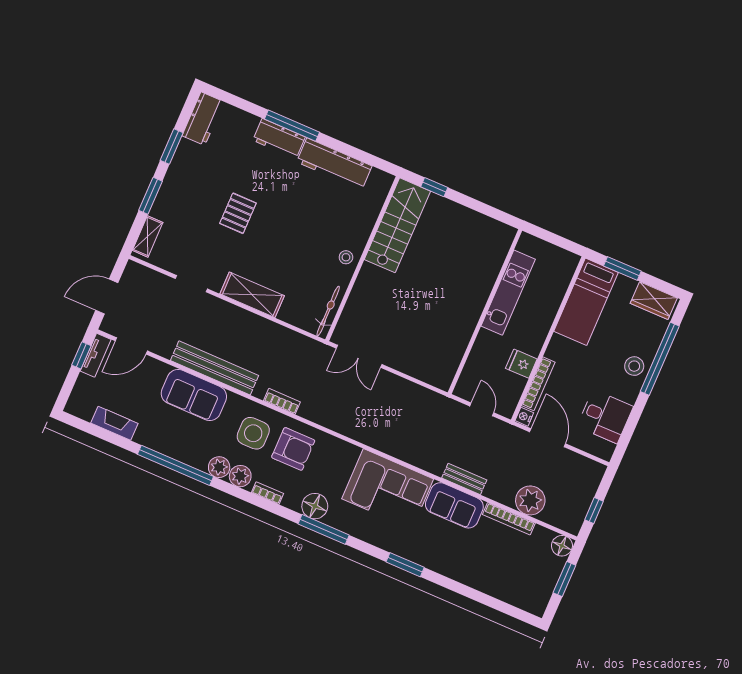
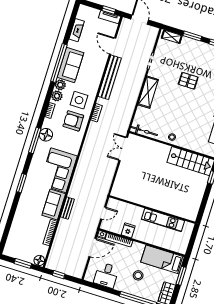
door: (131, 346) -> (113, 46), moved
stool: (634, 366) -> (138, 275), moved
sofa: (194, 395) -> (70, 65), moved, turned 180
armchair: (293, 449) -> (73, 121), turned 90
plant: (530, 500) -> (60, 242), removed

